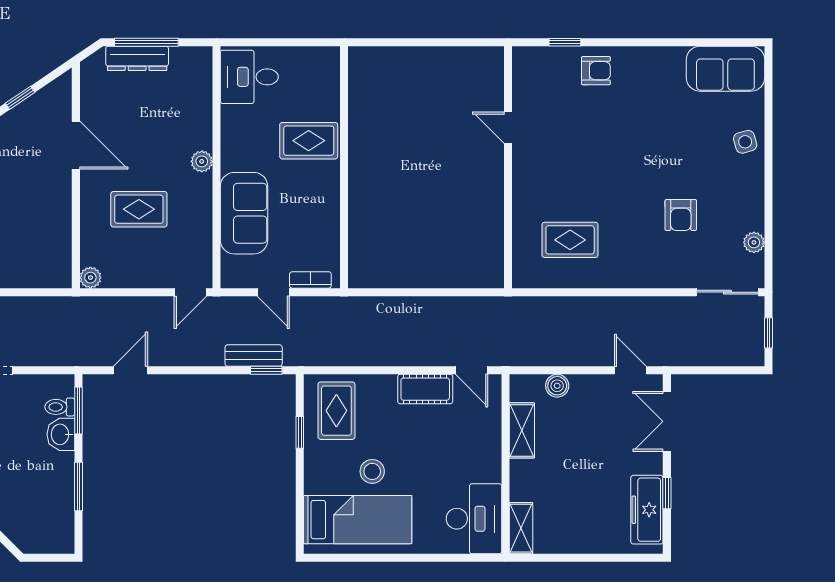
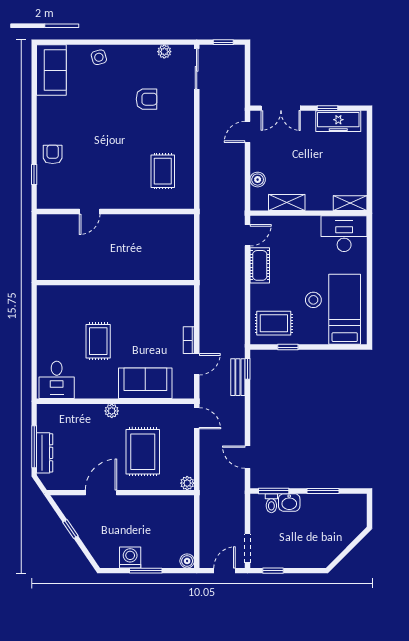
wall: (344, 167) -> (115, 283), moved
rug: (139, 209) -> (143, 452), width x1.36, depth x1.43

